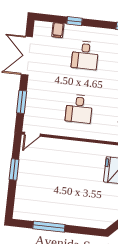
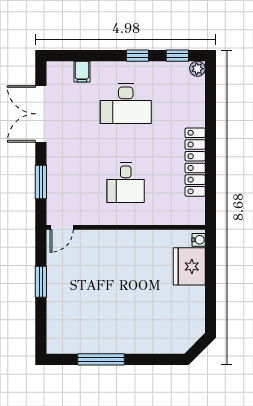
window: (74, 21) -> (137, 56), moved
desk: (85, 55) -> (126, 104), width x1.37

